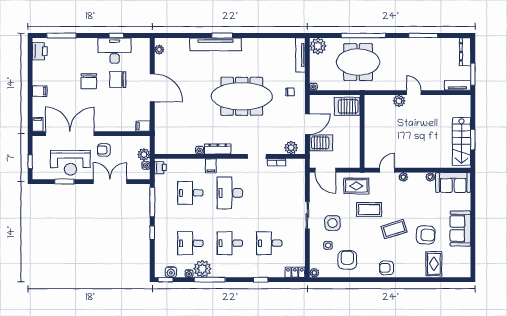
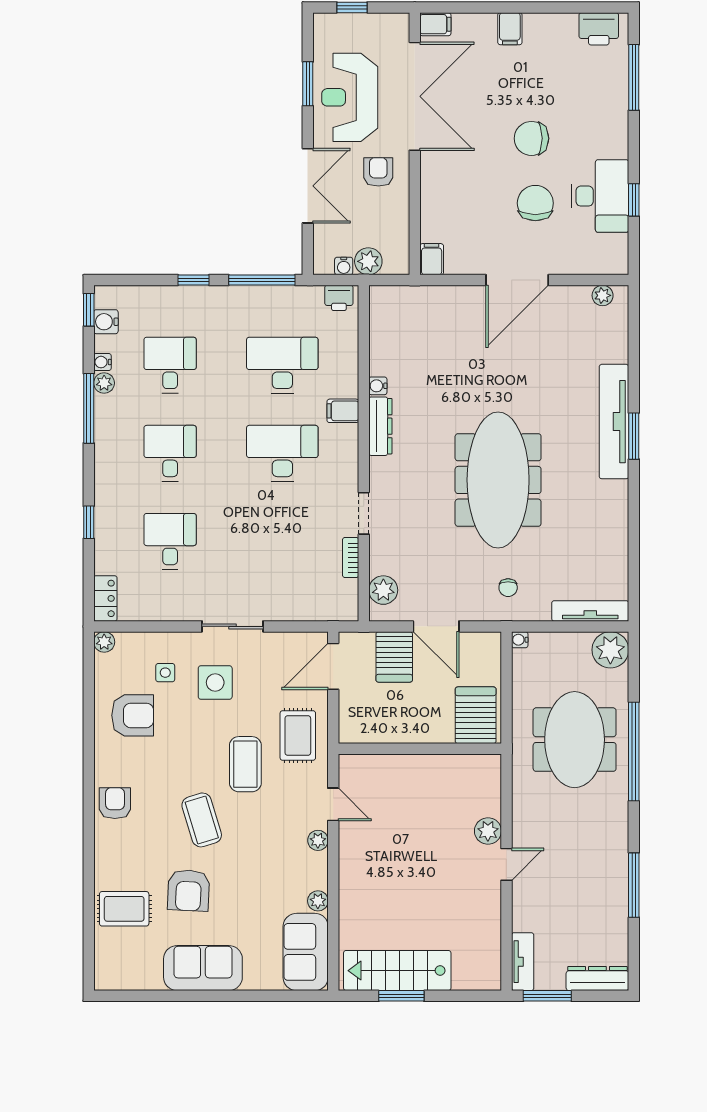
desk: (190, 193) -> (282, 365), width x1.37
plant: (202, 269) -> (104, 383), width x0.53, depth x0.53

